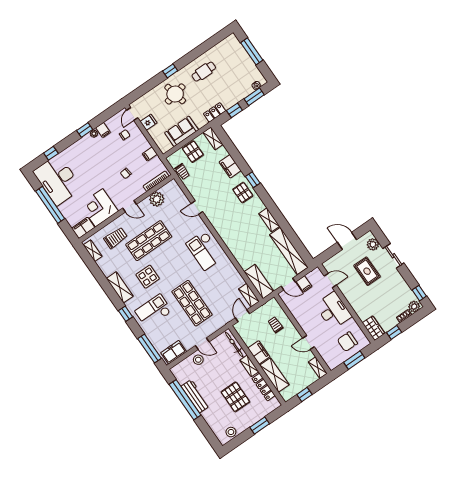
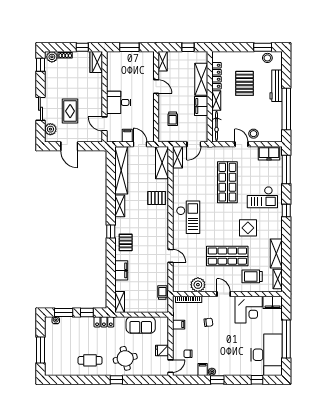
pallet: (193, 152) -> (157, 198), moved, turned 90
window: (253, 180) -> (111, 232), moved
shelving: (120, 287) -> (276, 253), moved
desk: (333, 311) -> (119, 102), width x0.73
chair: (347, 342) -> (125, 66), removed
workbench: (195, 396) -> (276, 86), moved
window: (260, 426) -> (263, 47), moved

